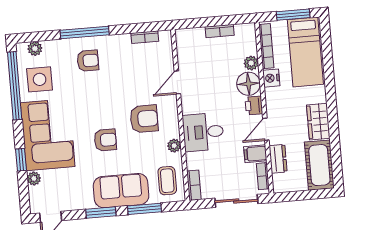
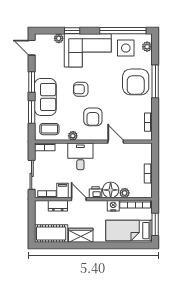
armchair: (88, 61) -> (136, 82), width x1.88, depth x1.88
armchair: (105, 140) -> (81, 89), turned 90

